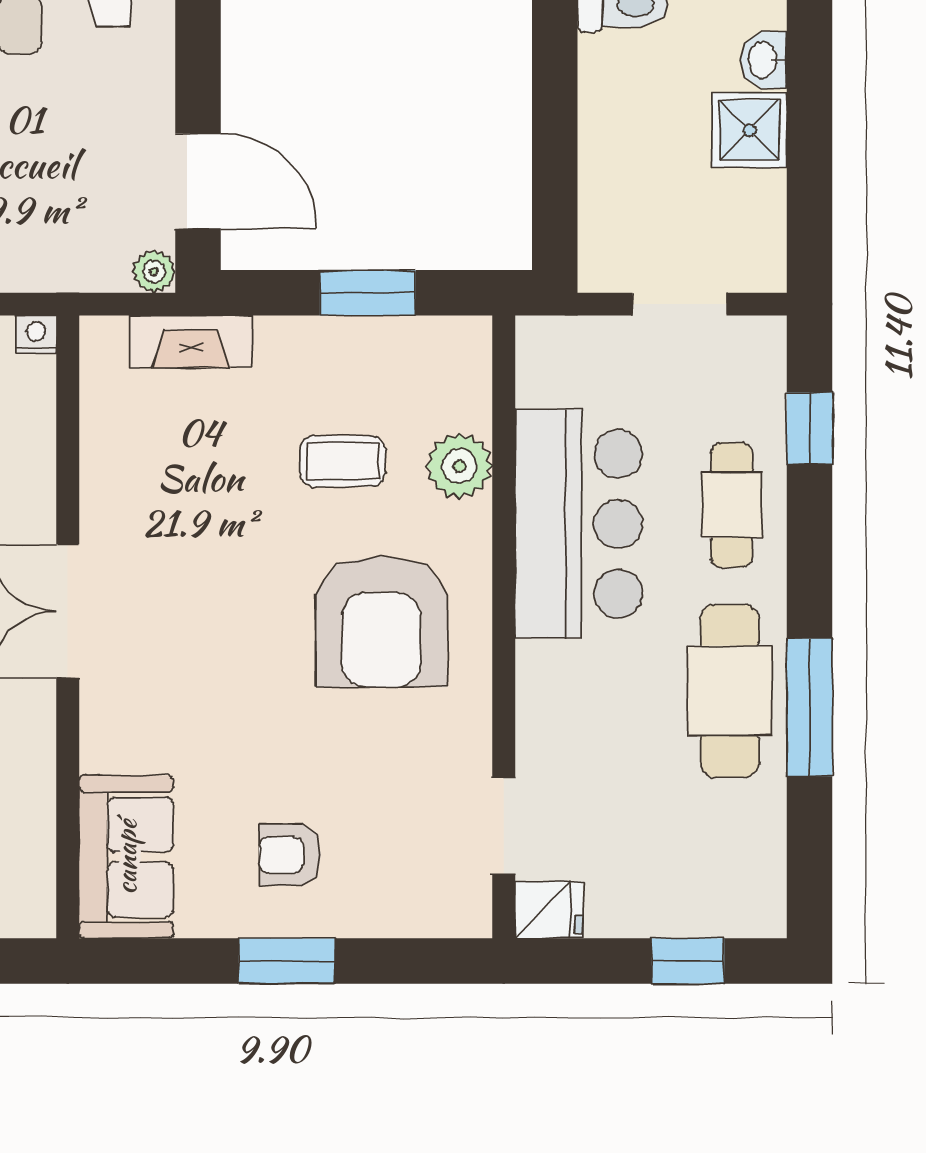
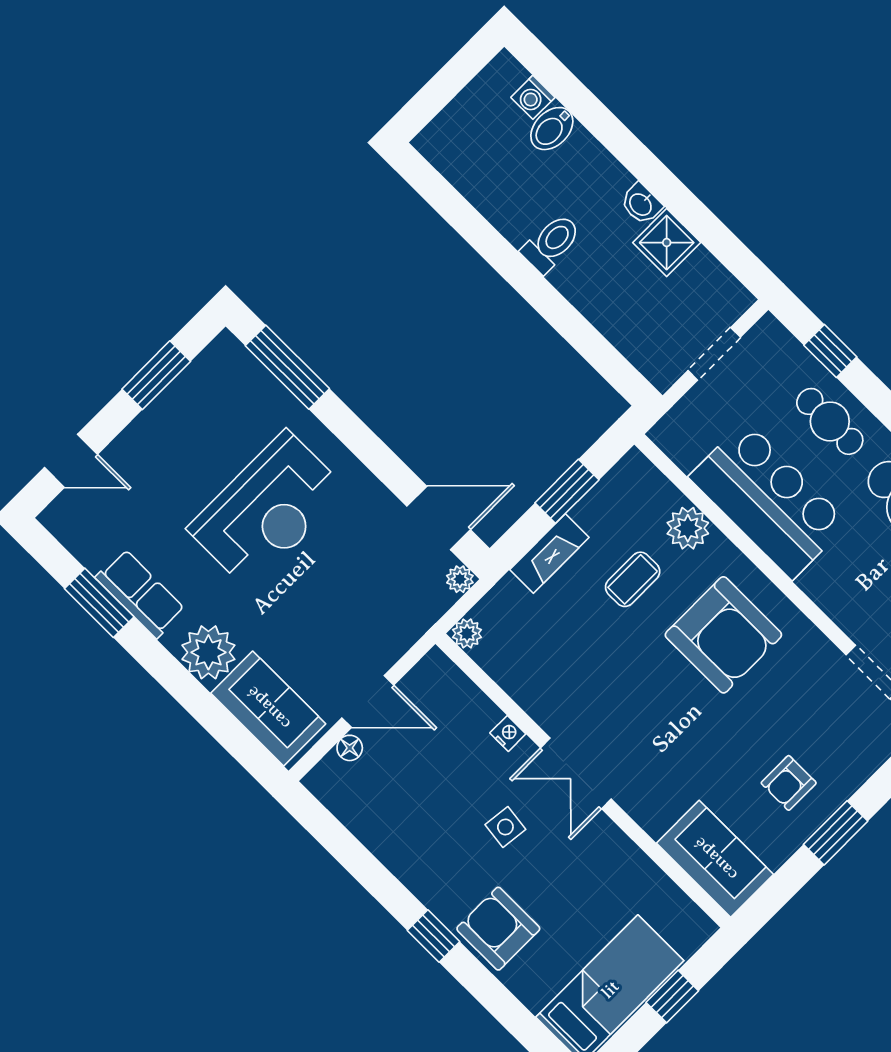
nightstand: (36, 335) -> (508, 733), moved, turned 90
plant: (102, 339) -> (467, 633), added
fireplace: (191, 342) -> (549, 554), moved

